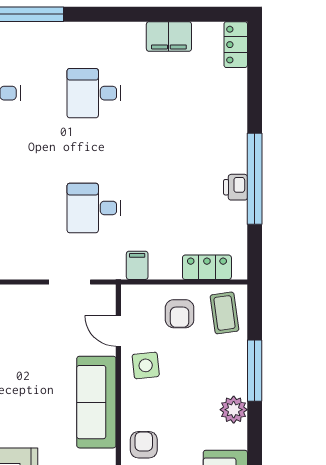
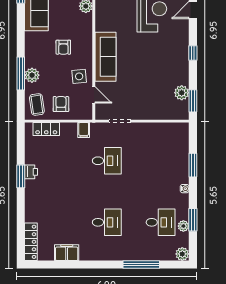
locker: (236, 45) -> (31, 242), width x1.53
window: (255, 179) -> (21, 176), width x0.47
plant: (234, 410) -> (32, 75), moved
armchair: (144, 445) -> (63, 47), moved

